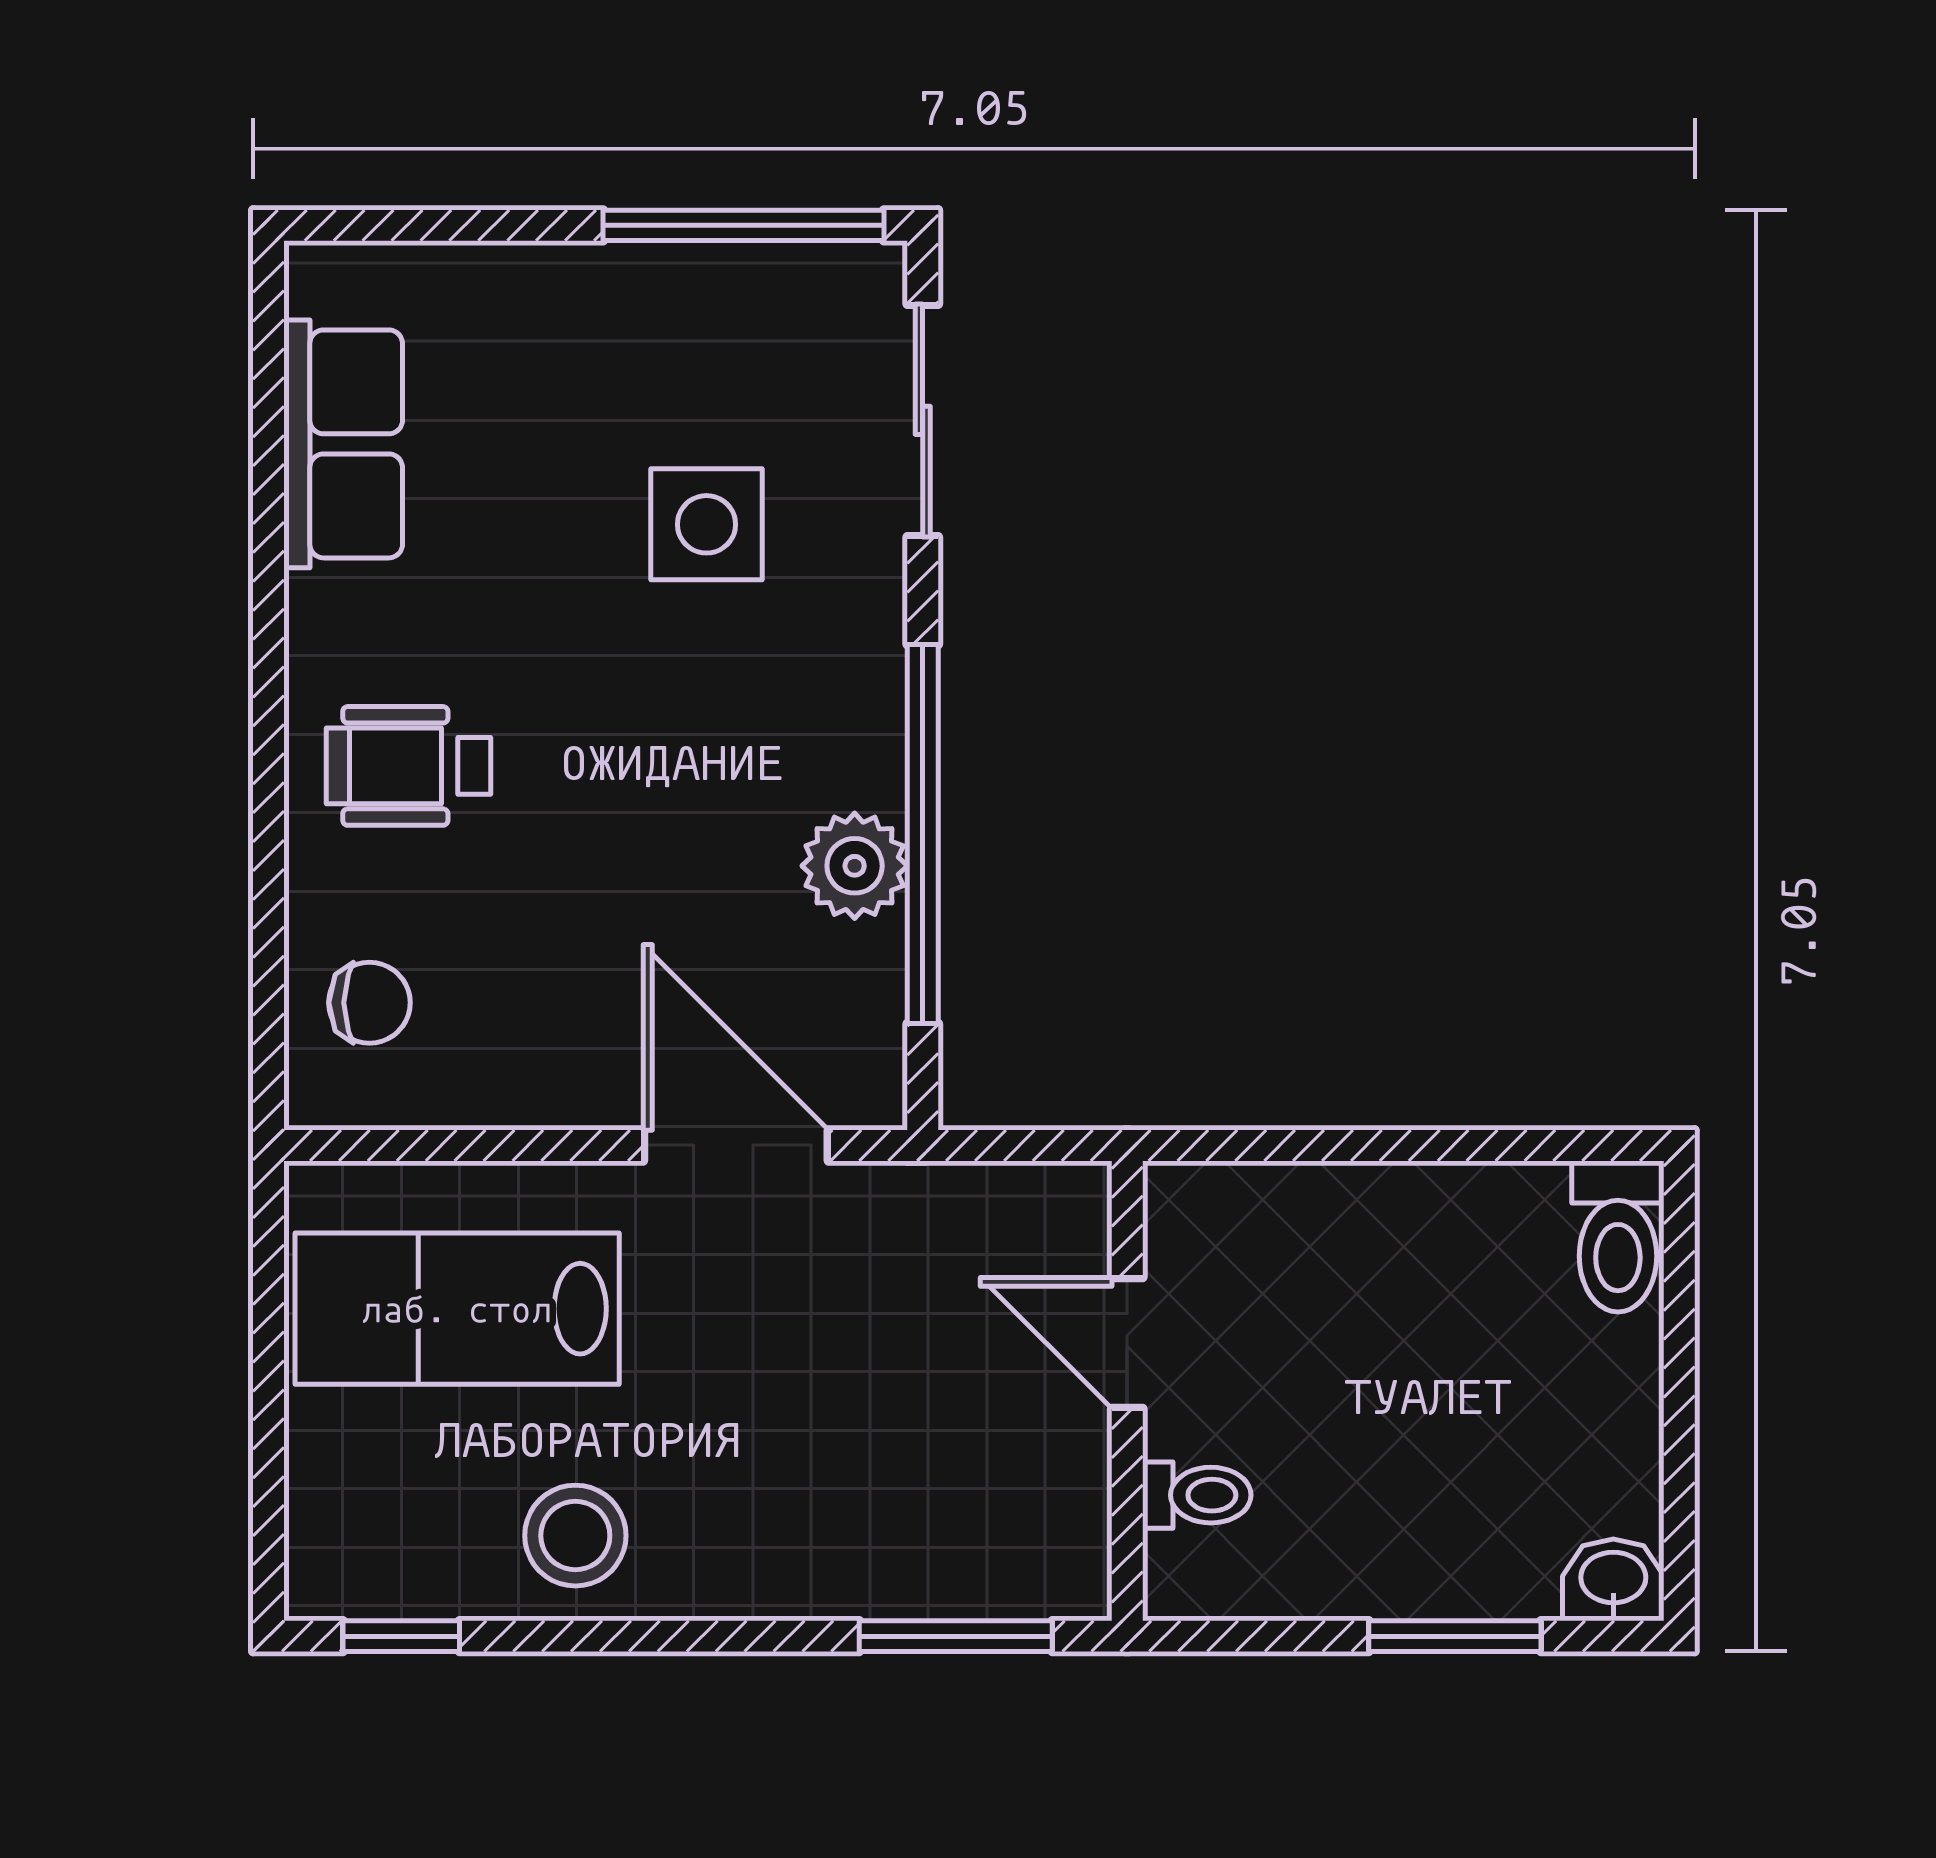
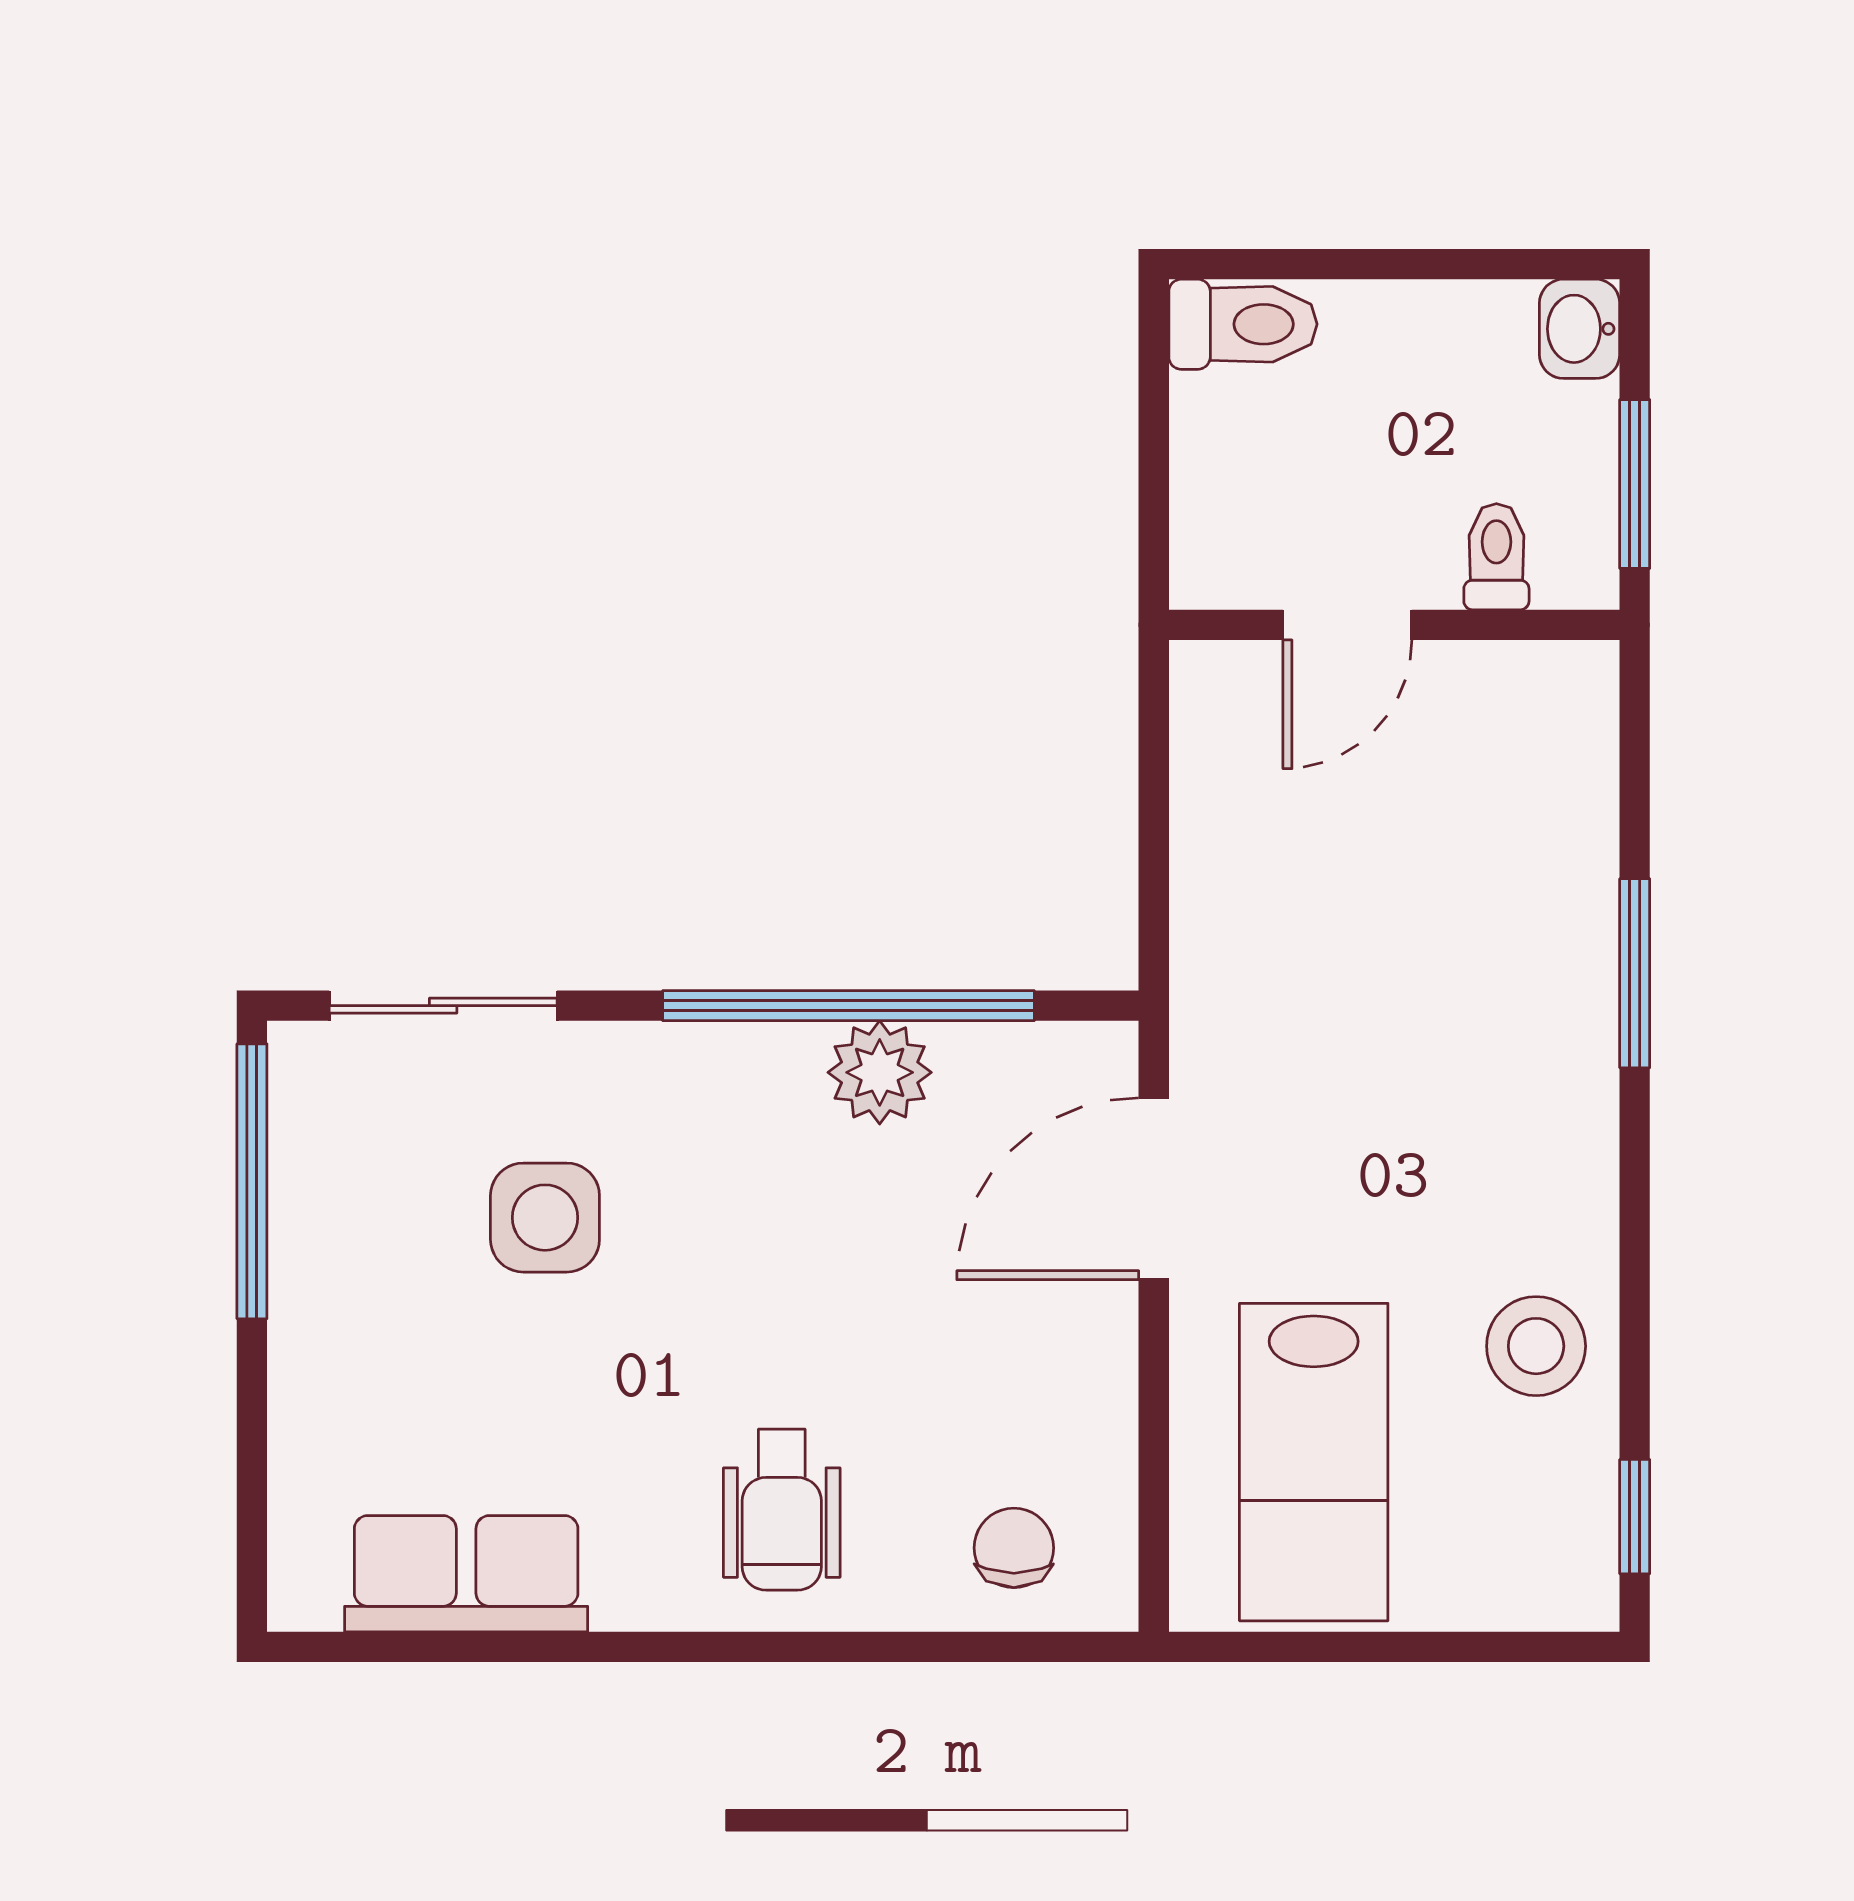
door: (1127, 1343) -> (1347, 625), moved
wall: (1127, 1391) -> (1394, 625), moved
toilet: (1197, 1495) -> (1496, 557), moved

